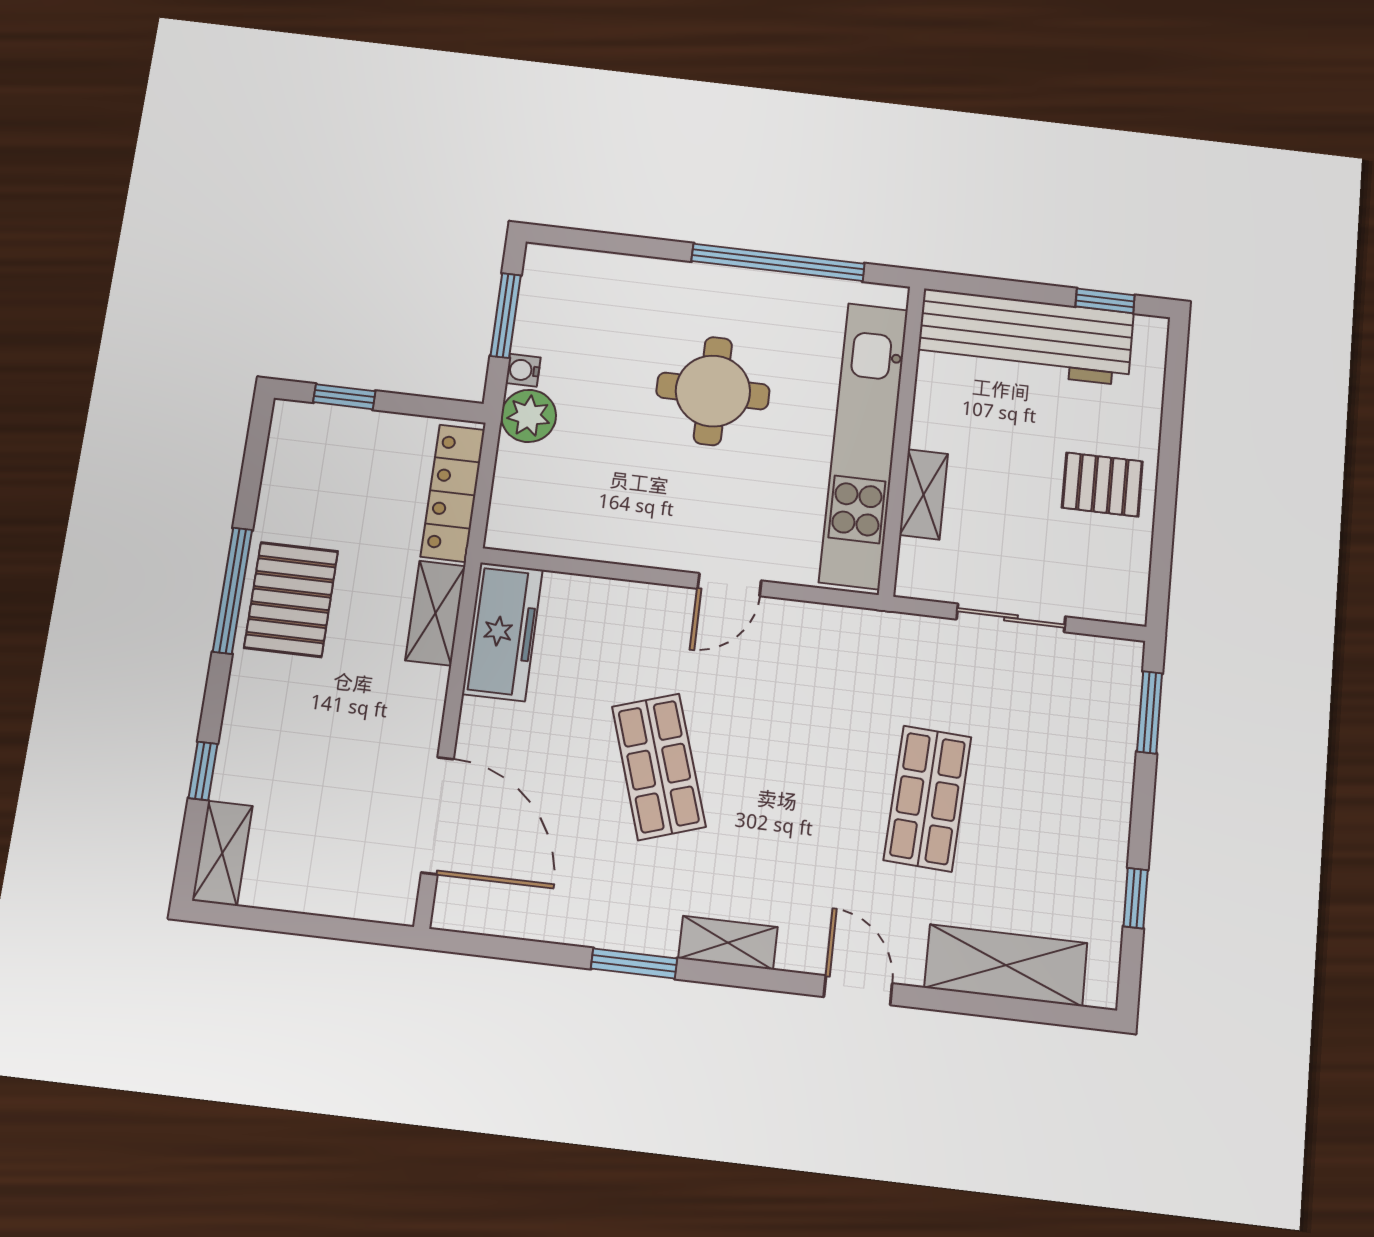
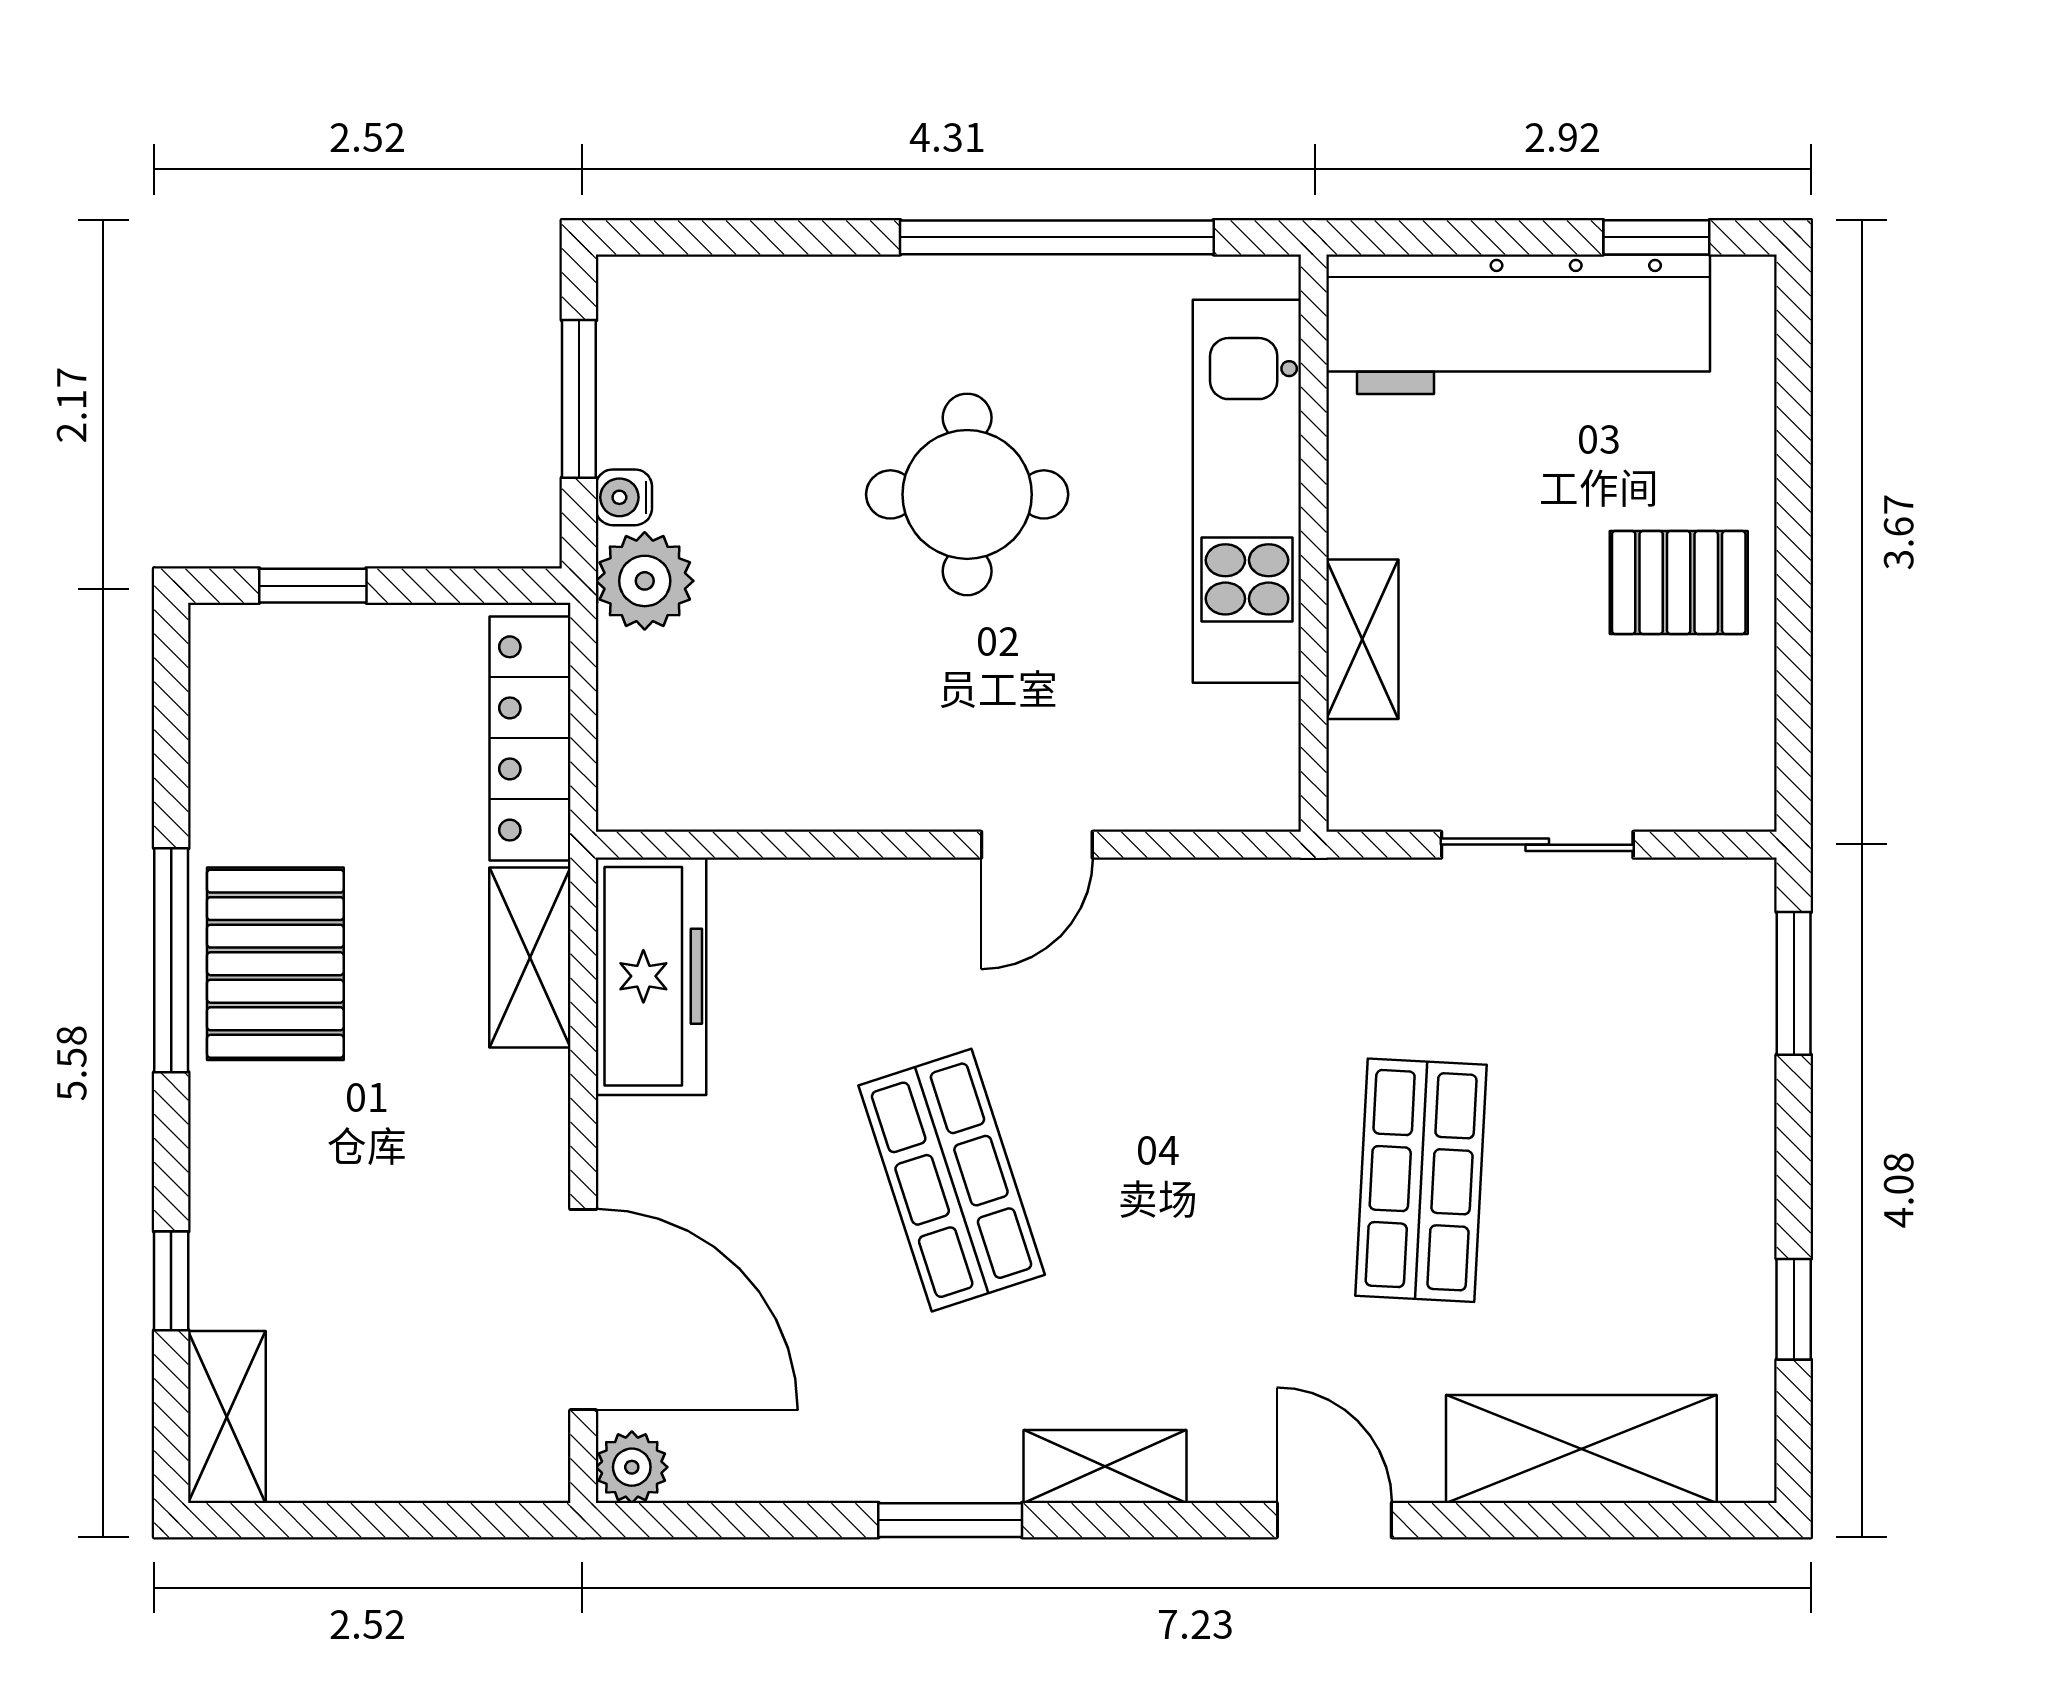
kitchen unit: (864, 445) -> (1247, 491), width x0.73
plant: (453, 910) -> (632, 1467), added

